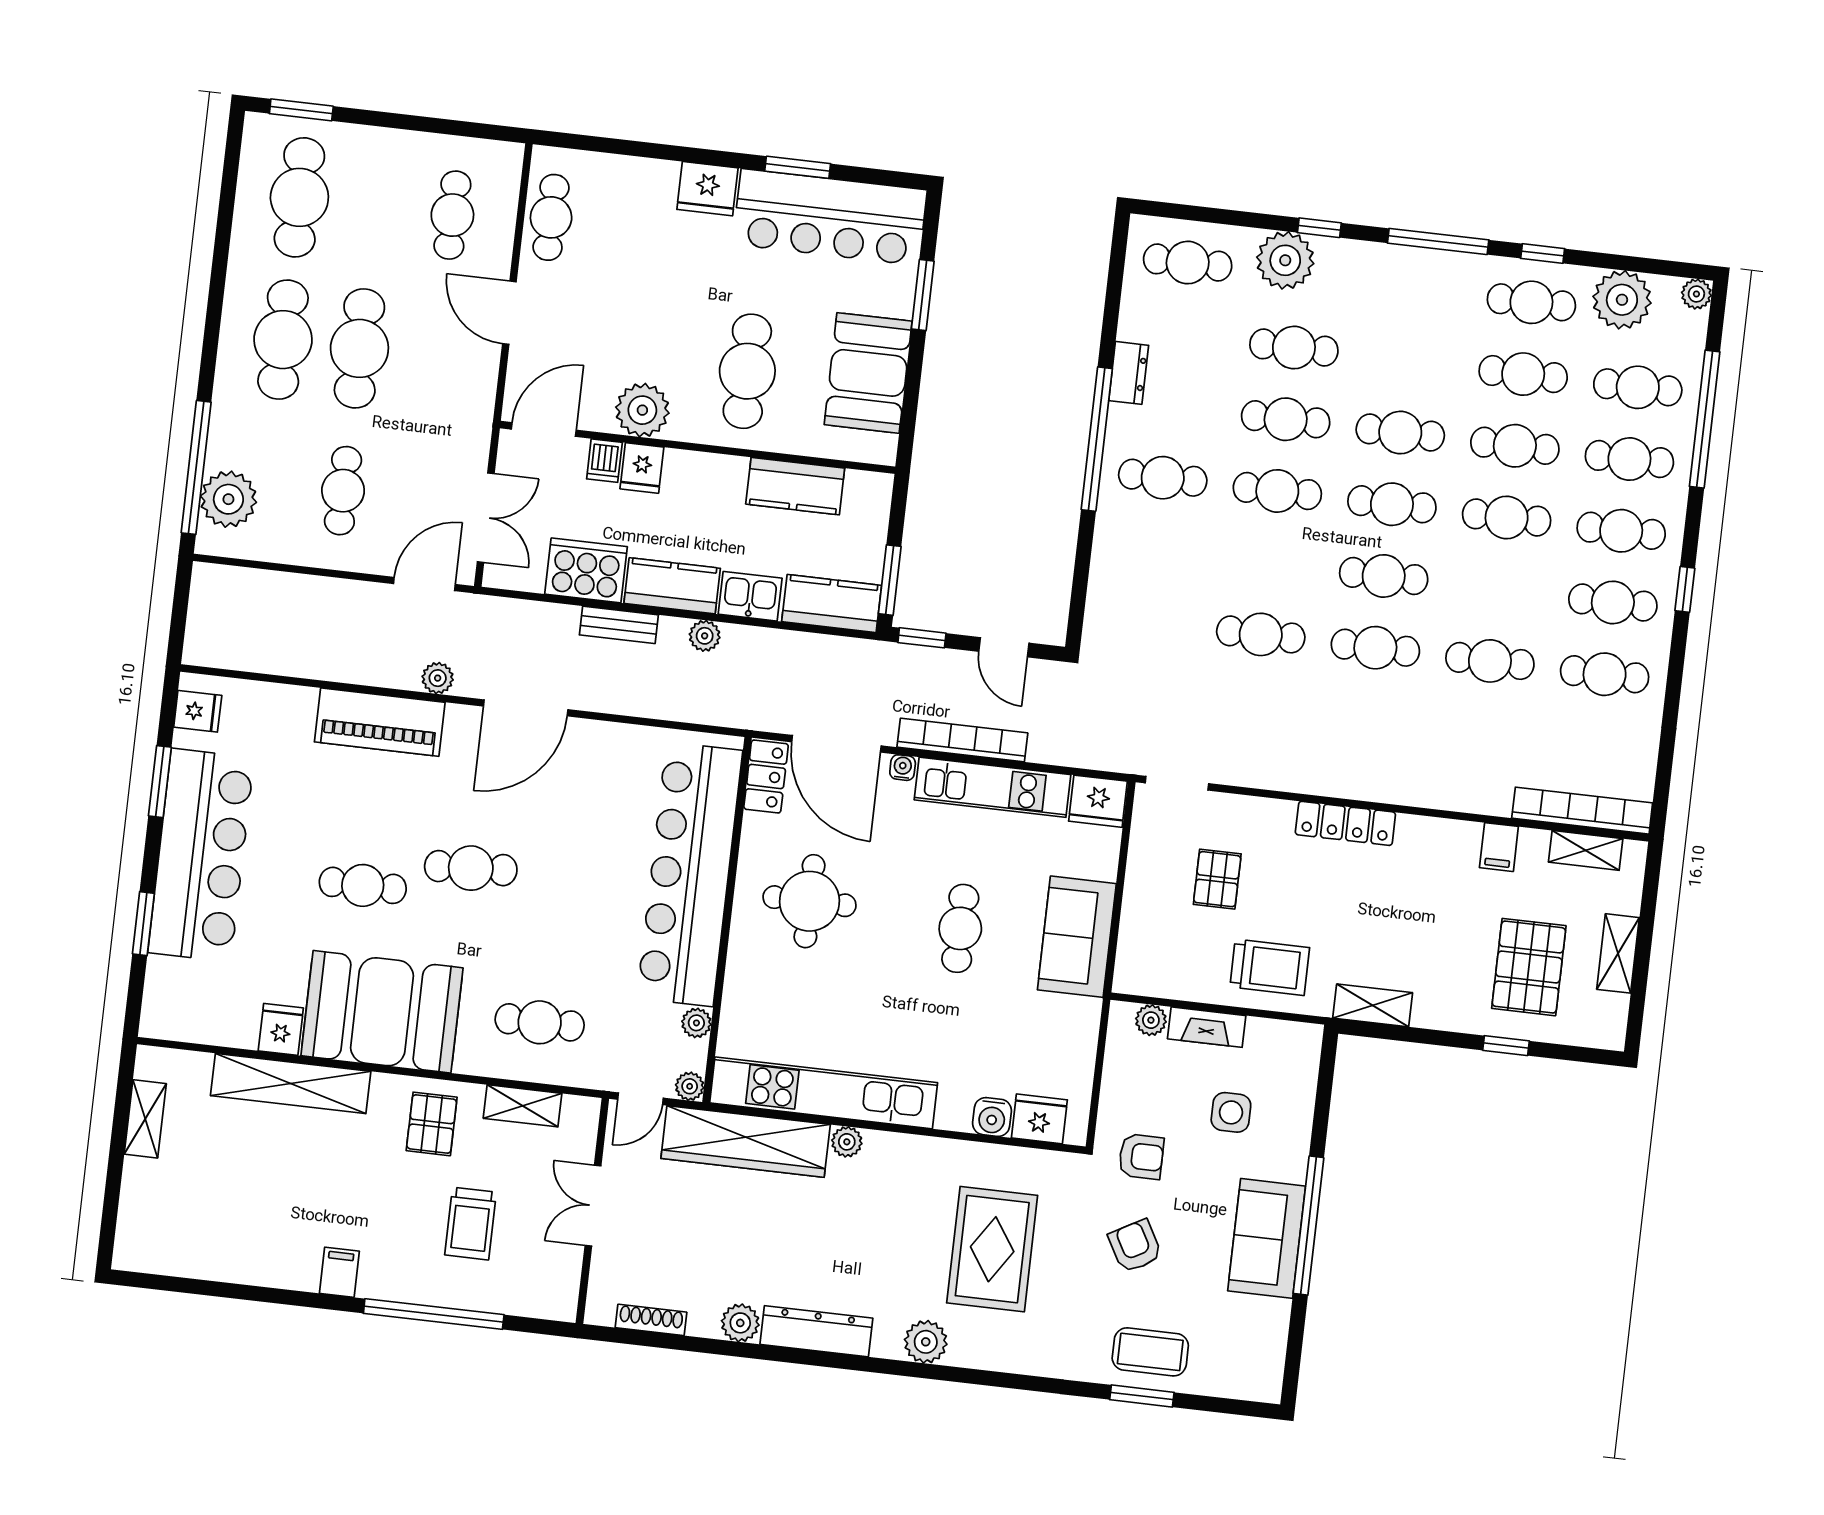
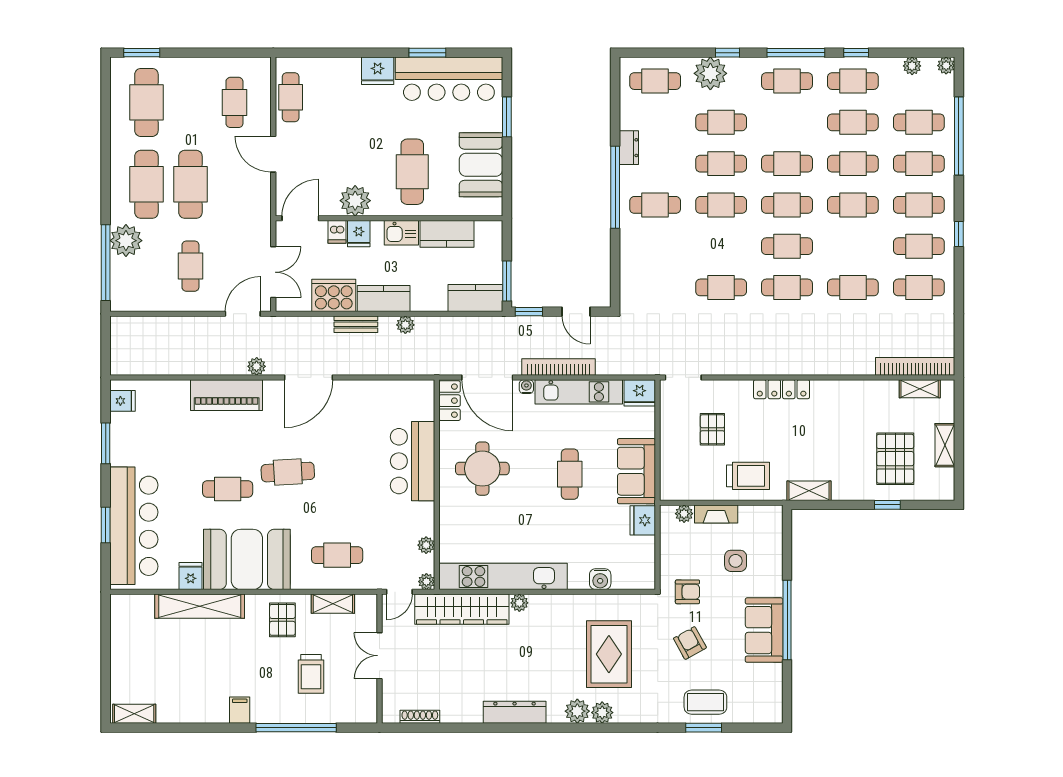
cafe table: (1417, 289) -> (787, 81), added
plant: (1622, 300) -> (912, 66), width x0.53, depth x0.53
plant: (228, 499) -> (126, 241), moved
kitchen sink: (750, 596) -> (401, 233), moved, turned 180
filing cabinet: (1499, 847) -> (870, 393), removed
bar counter: (201, 855) -> (134, 526), moved
bar counter: (690, 874) -> (413, 461), width x0.54
shelving: (145, 1119) -> (134, 714), moved, turned 90
fridge: (1039, 1119) -> (643, 520), moved, turned -90
plant: (740, 1323) -> (602, 713), moved

